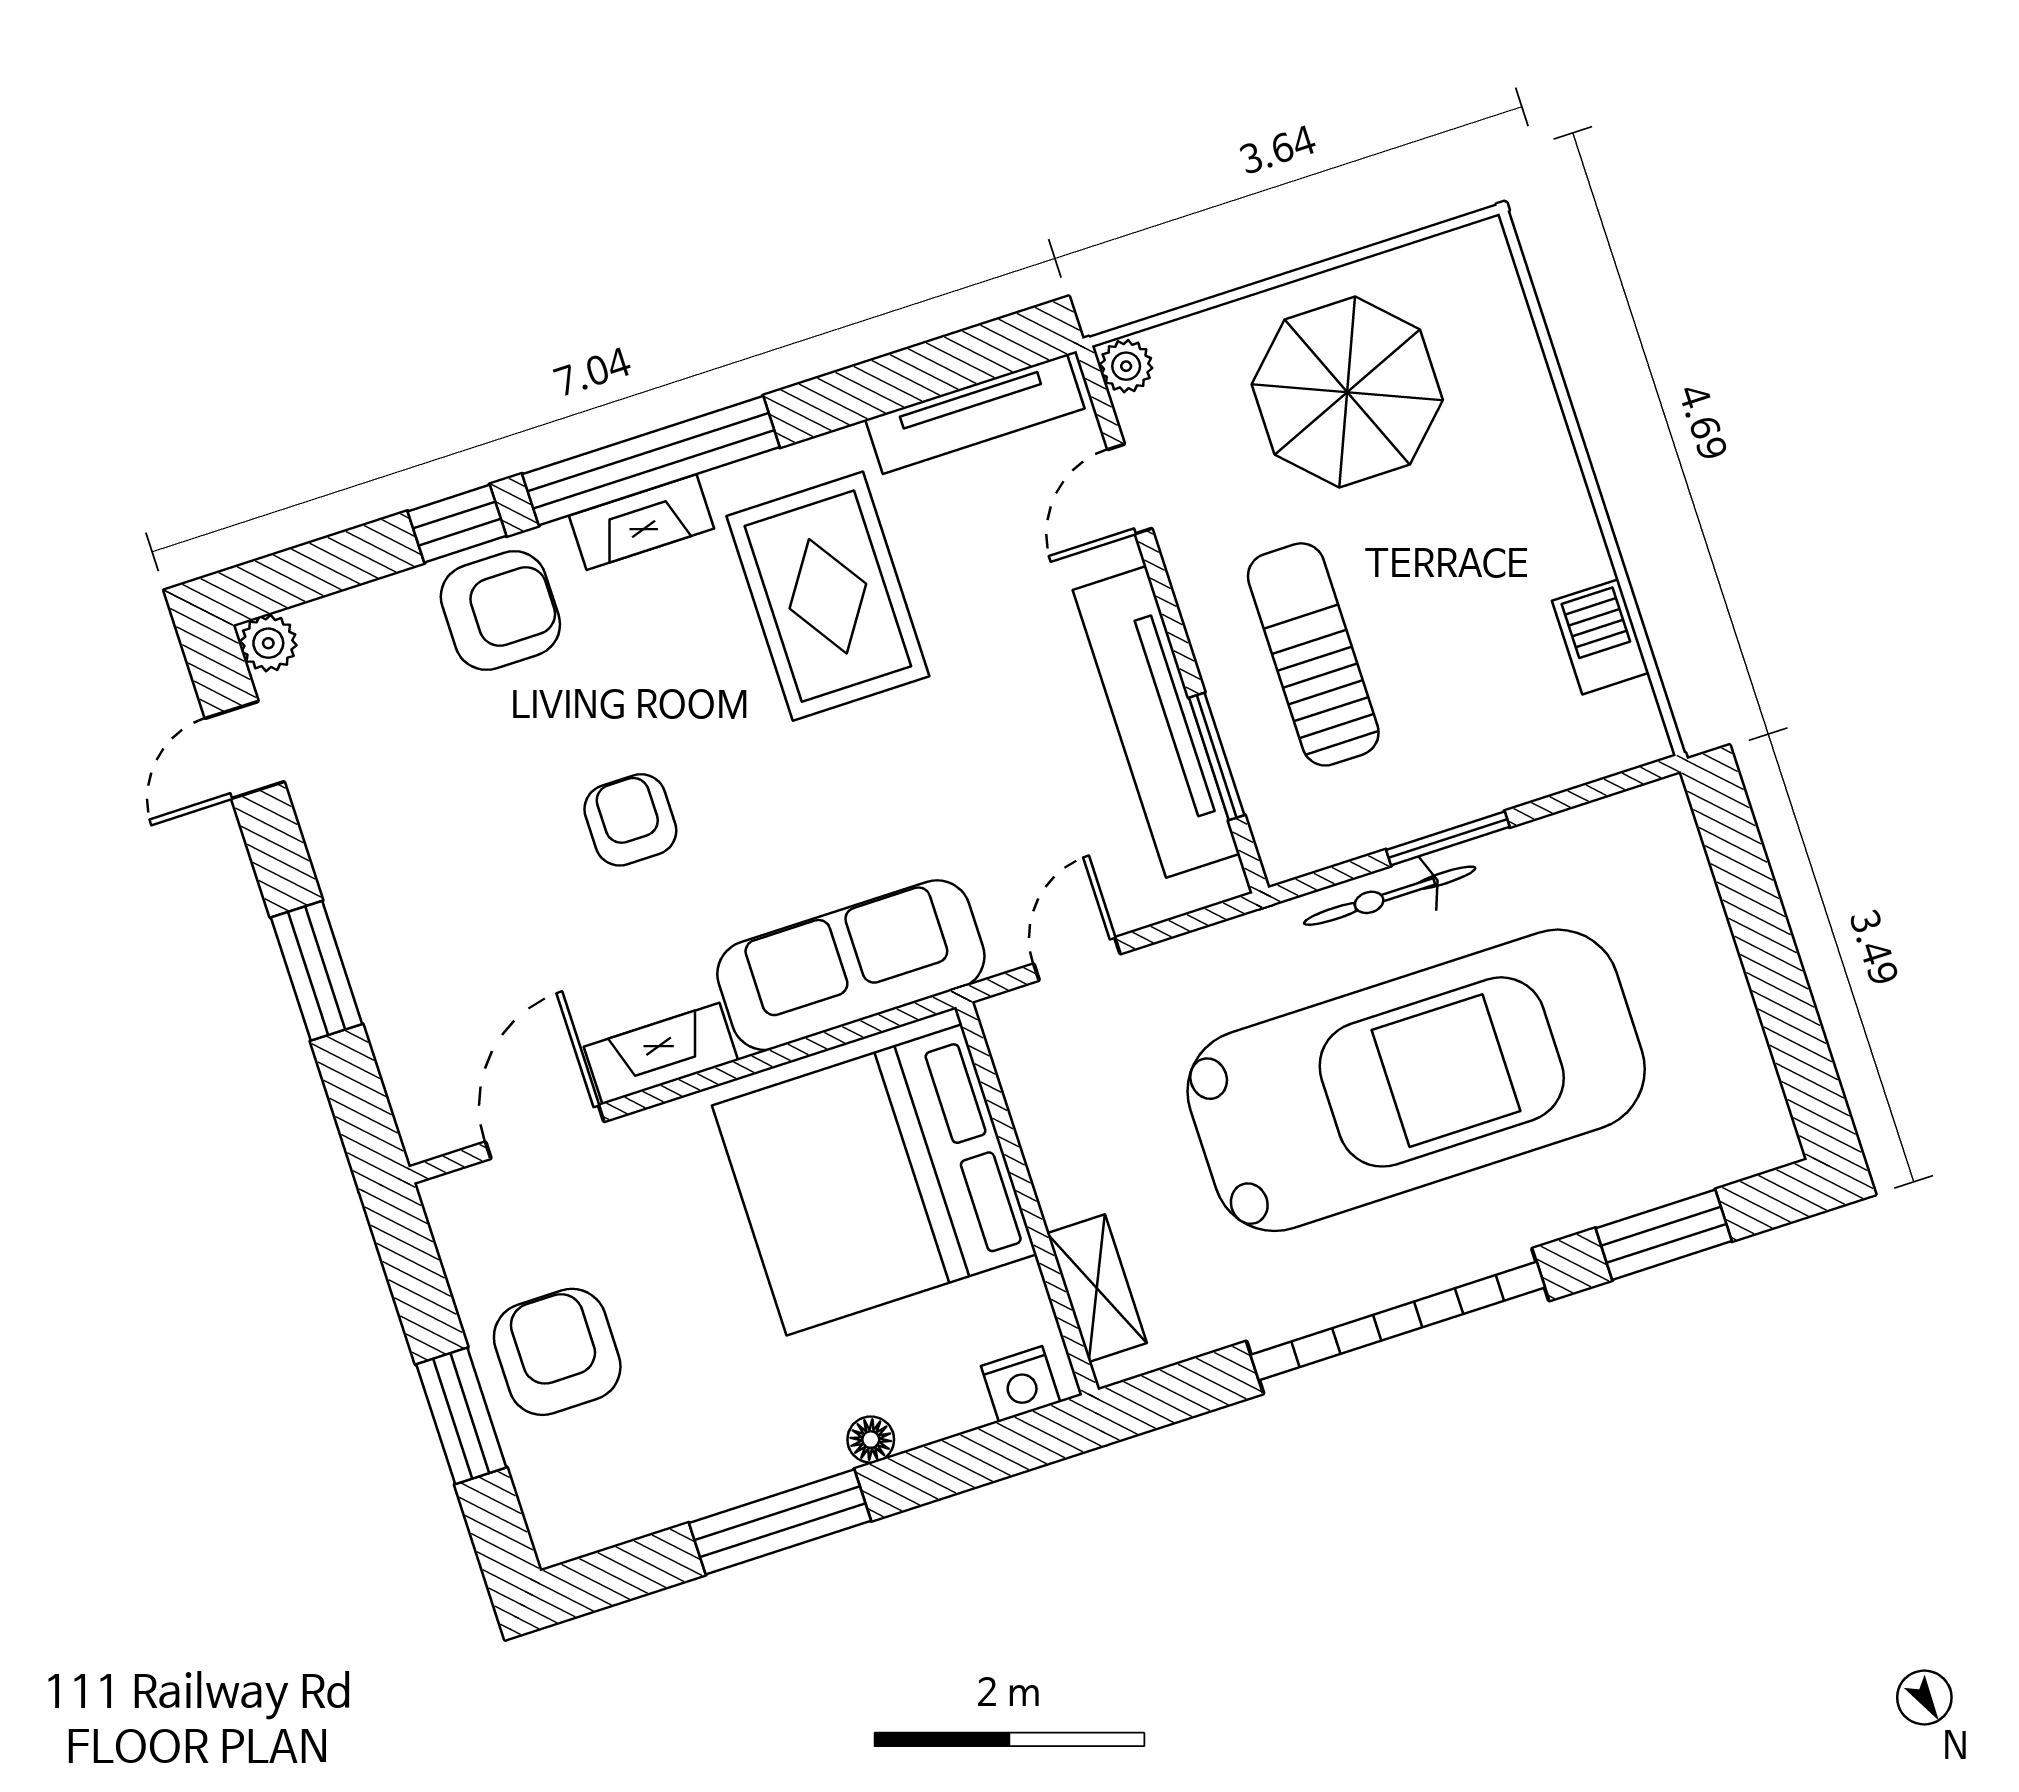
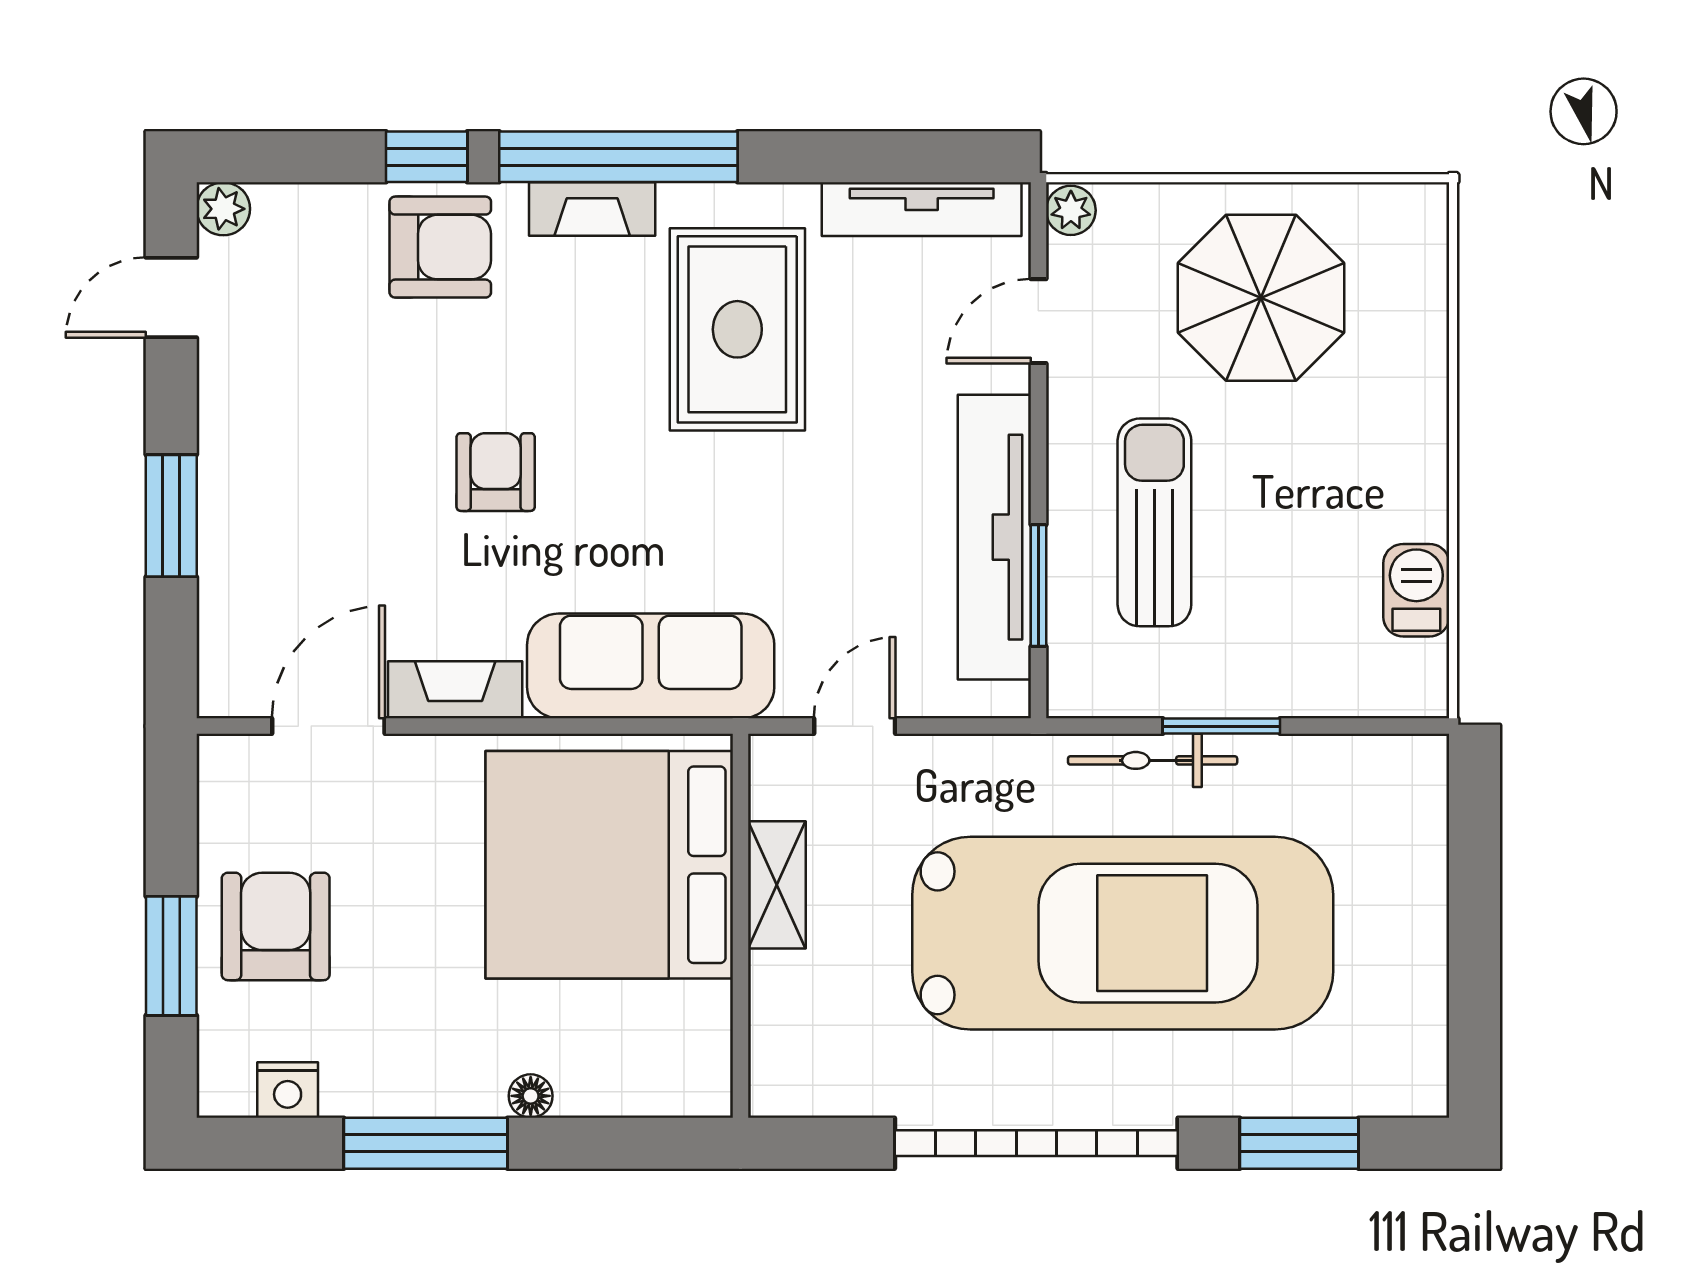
shelving: (1097, 1288) -> (777, 885), moved
nightstand: (1021, 1384) -> (288, 1090), moved

